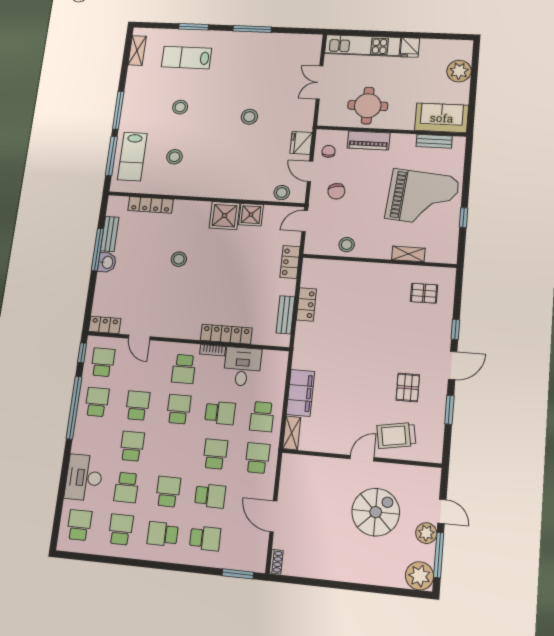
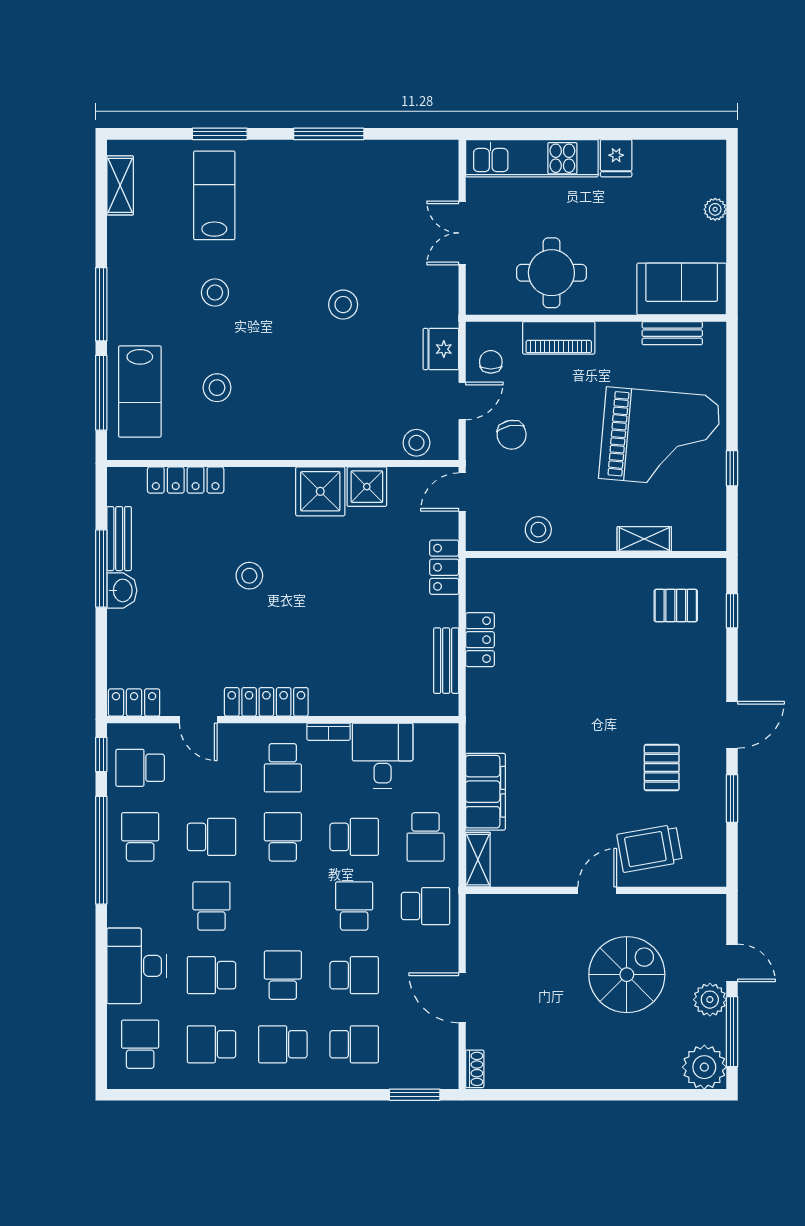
lab bench: (186, 58) -> (214, 195), turned 90
plant: (459, 71) -> (715, 209), width x0.53, depth x0.53
door: (310, 171) -> (462, 401), swing flipped
window: (455, 329) -> (732, 611), moved
locker: (226, 334) -> (266, 702), moved
school desk: (103, 362) -> (140, 768), turned -90
school desk: (138, 406) -> (211, 837), turned 90
school desk: (257, 458) -> (426, 906), turned 90
school desk: (126, 487) -> (211, 975), turned 90
school desk: (121, 529) -> (211, 1044), turned -90

